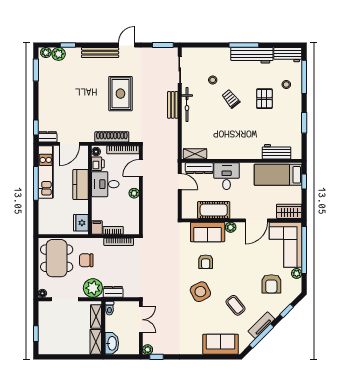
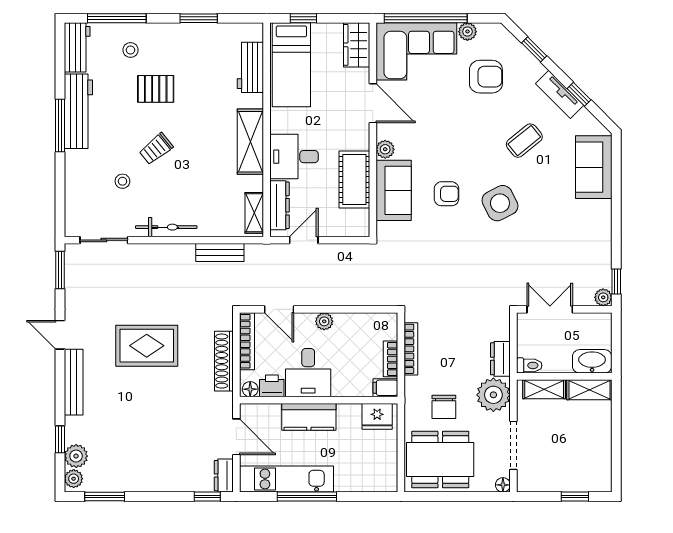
bench: (173, 105) -> (220, 252), moved
shelving: (235, 152) -> (250, 142), added
window: (261, 336) -> (579, 94), width x0.46

